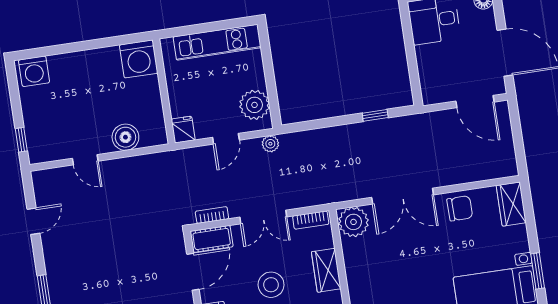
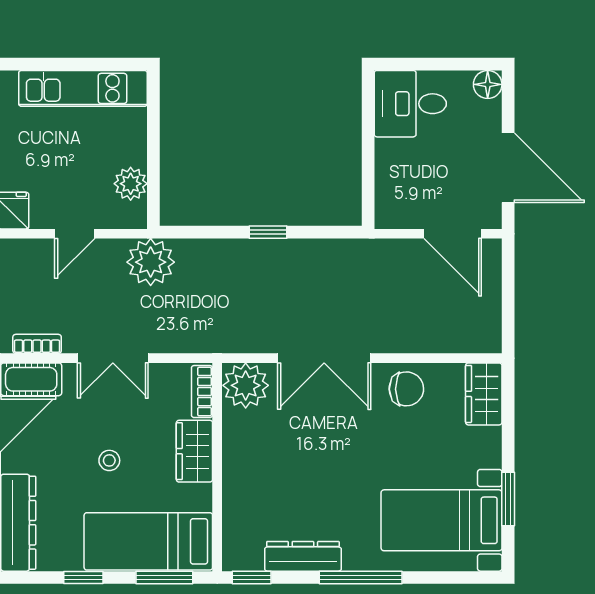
plant: (254, 105) -> (131, 184), width x0.73, depth x0.73
window: (375, 115) -> (268, 232), moved
plant: (270, 144) -> (151, 262), width x1.87, depth x1.87
bookcase: (311, 220) -> (202, 392), moved, turned 90
stool: (271, 285) -> (109, 460), width x0.53, depth x0.53

